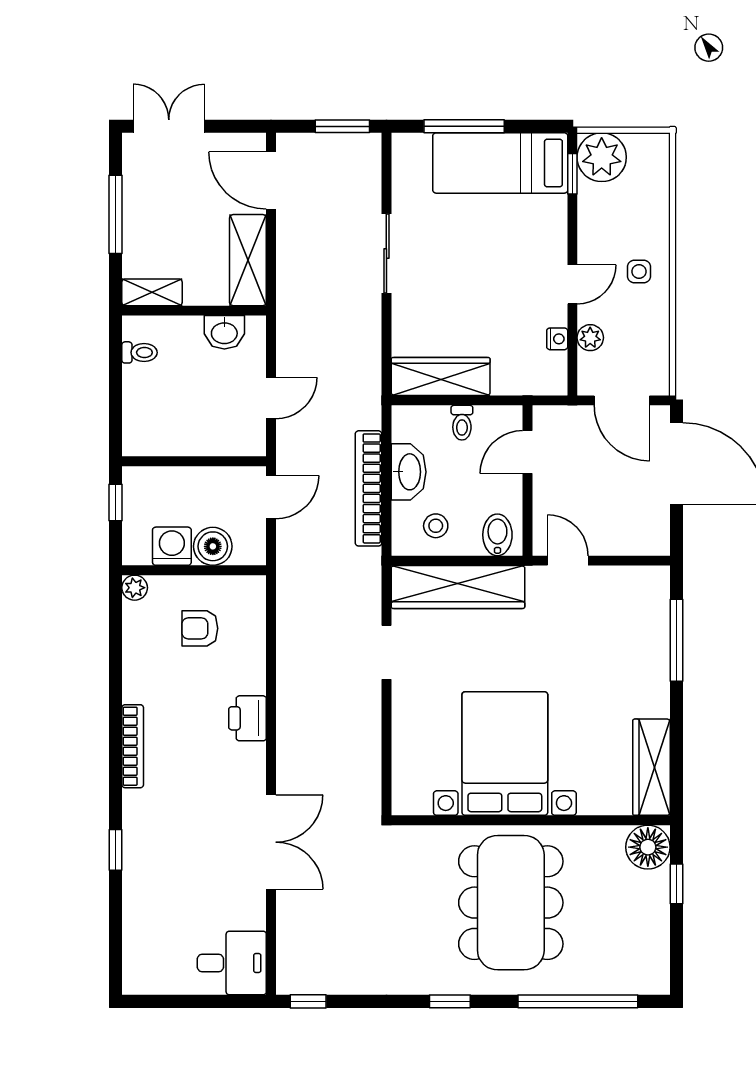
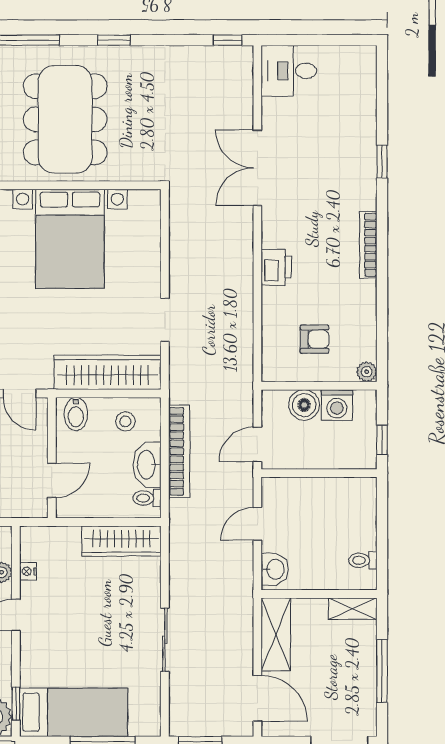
washbasin: (224, 332) -> (275, 569), moved, turned 90
toilet: (462, 423) -> (147, 498), moved, turned -90

